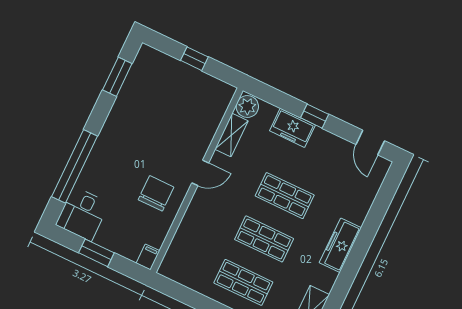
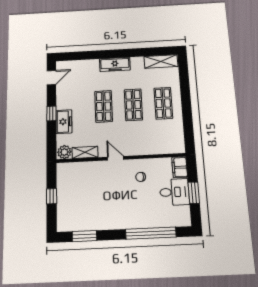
chair: (156, 193) -> (141, 177), width x0.54, depth x0.54
desk: (82, 214) -> (174, 192), moved
filing cabinet: (148, 257) -> (180, 167), width x2.00

